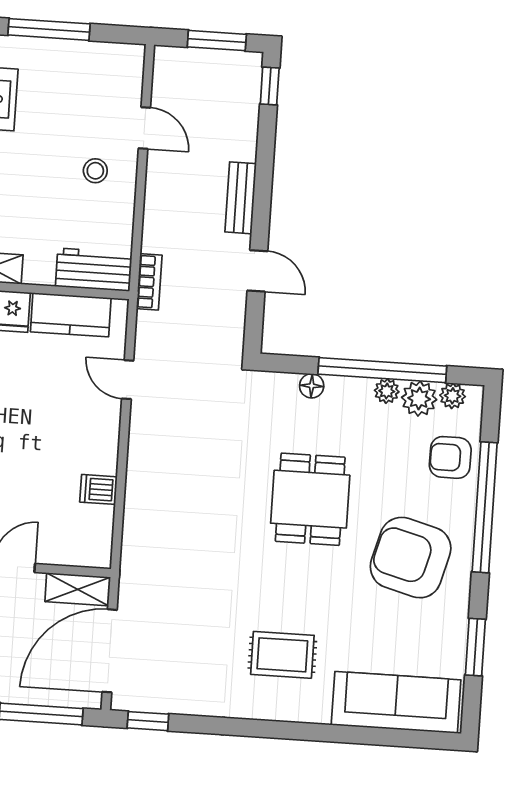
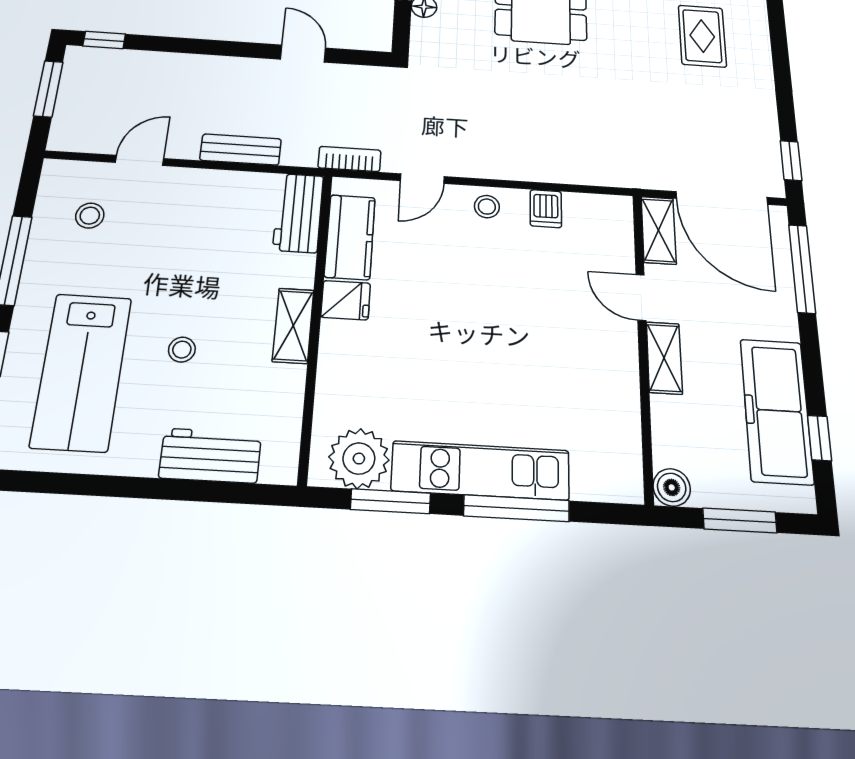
stool: (95, 171) -> (90, 216), moved
bench: (241, 198) -> (241, 150), moved
door: (257, 271) -> (303, 54), hinge flipped
bookcase: (149, 282) -> (349, 159), moved
stool: (100, 437) -> (487, 207), added

